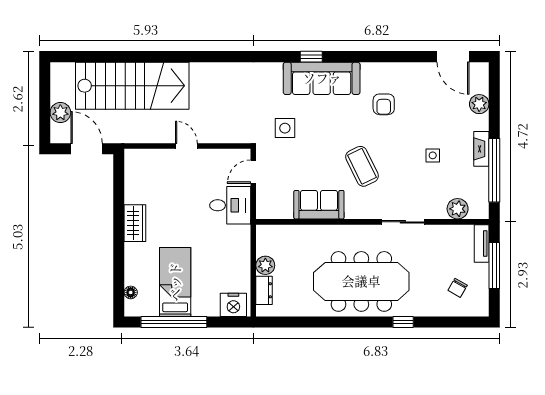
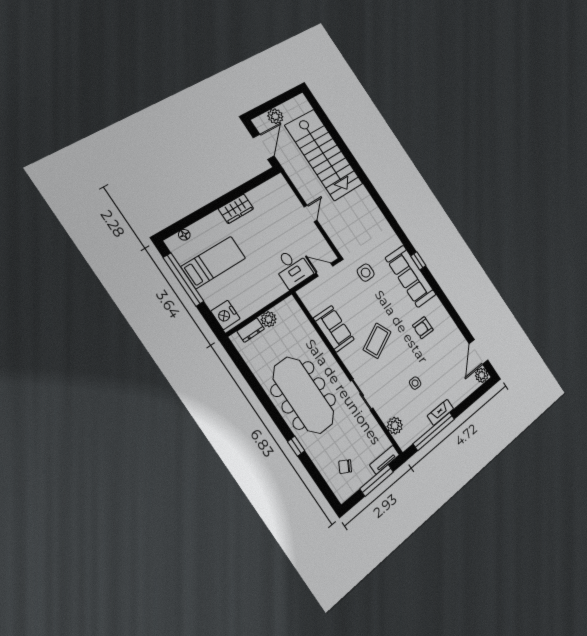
plant: (479, 104) -> (482, 375), moved

